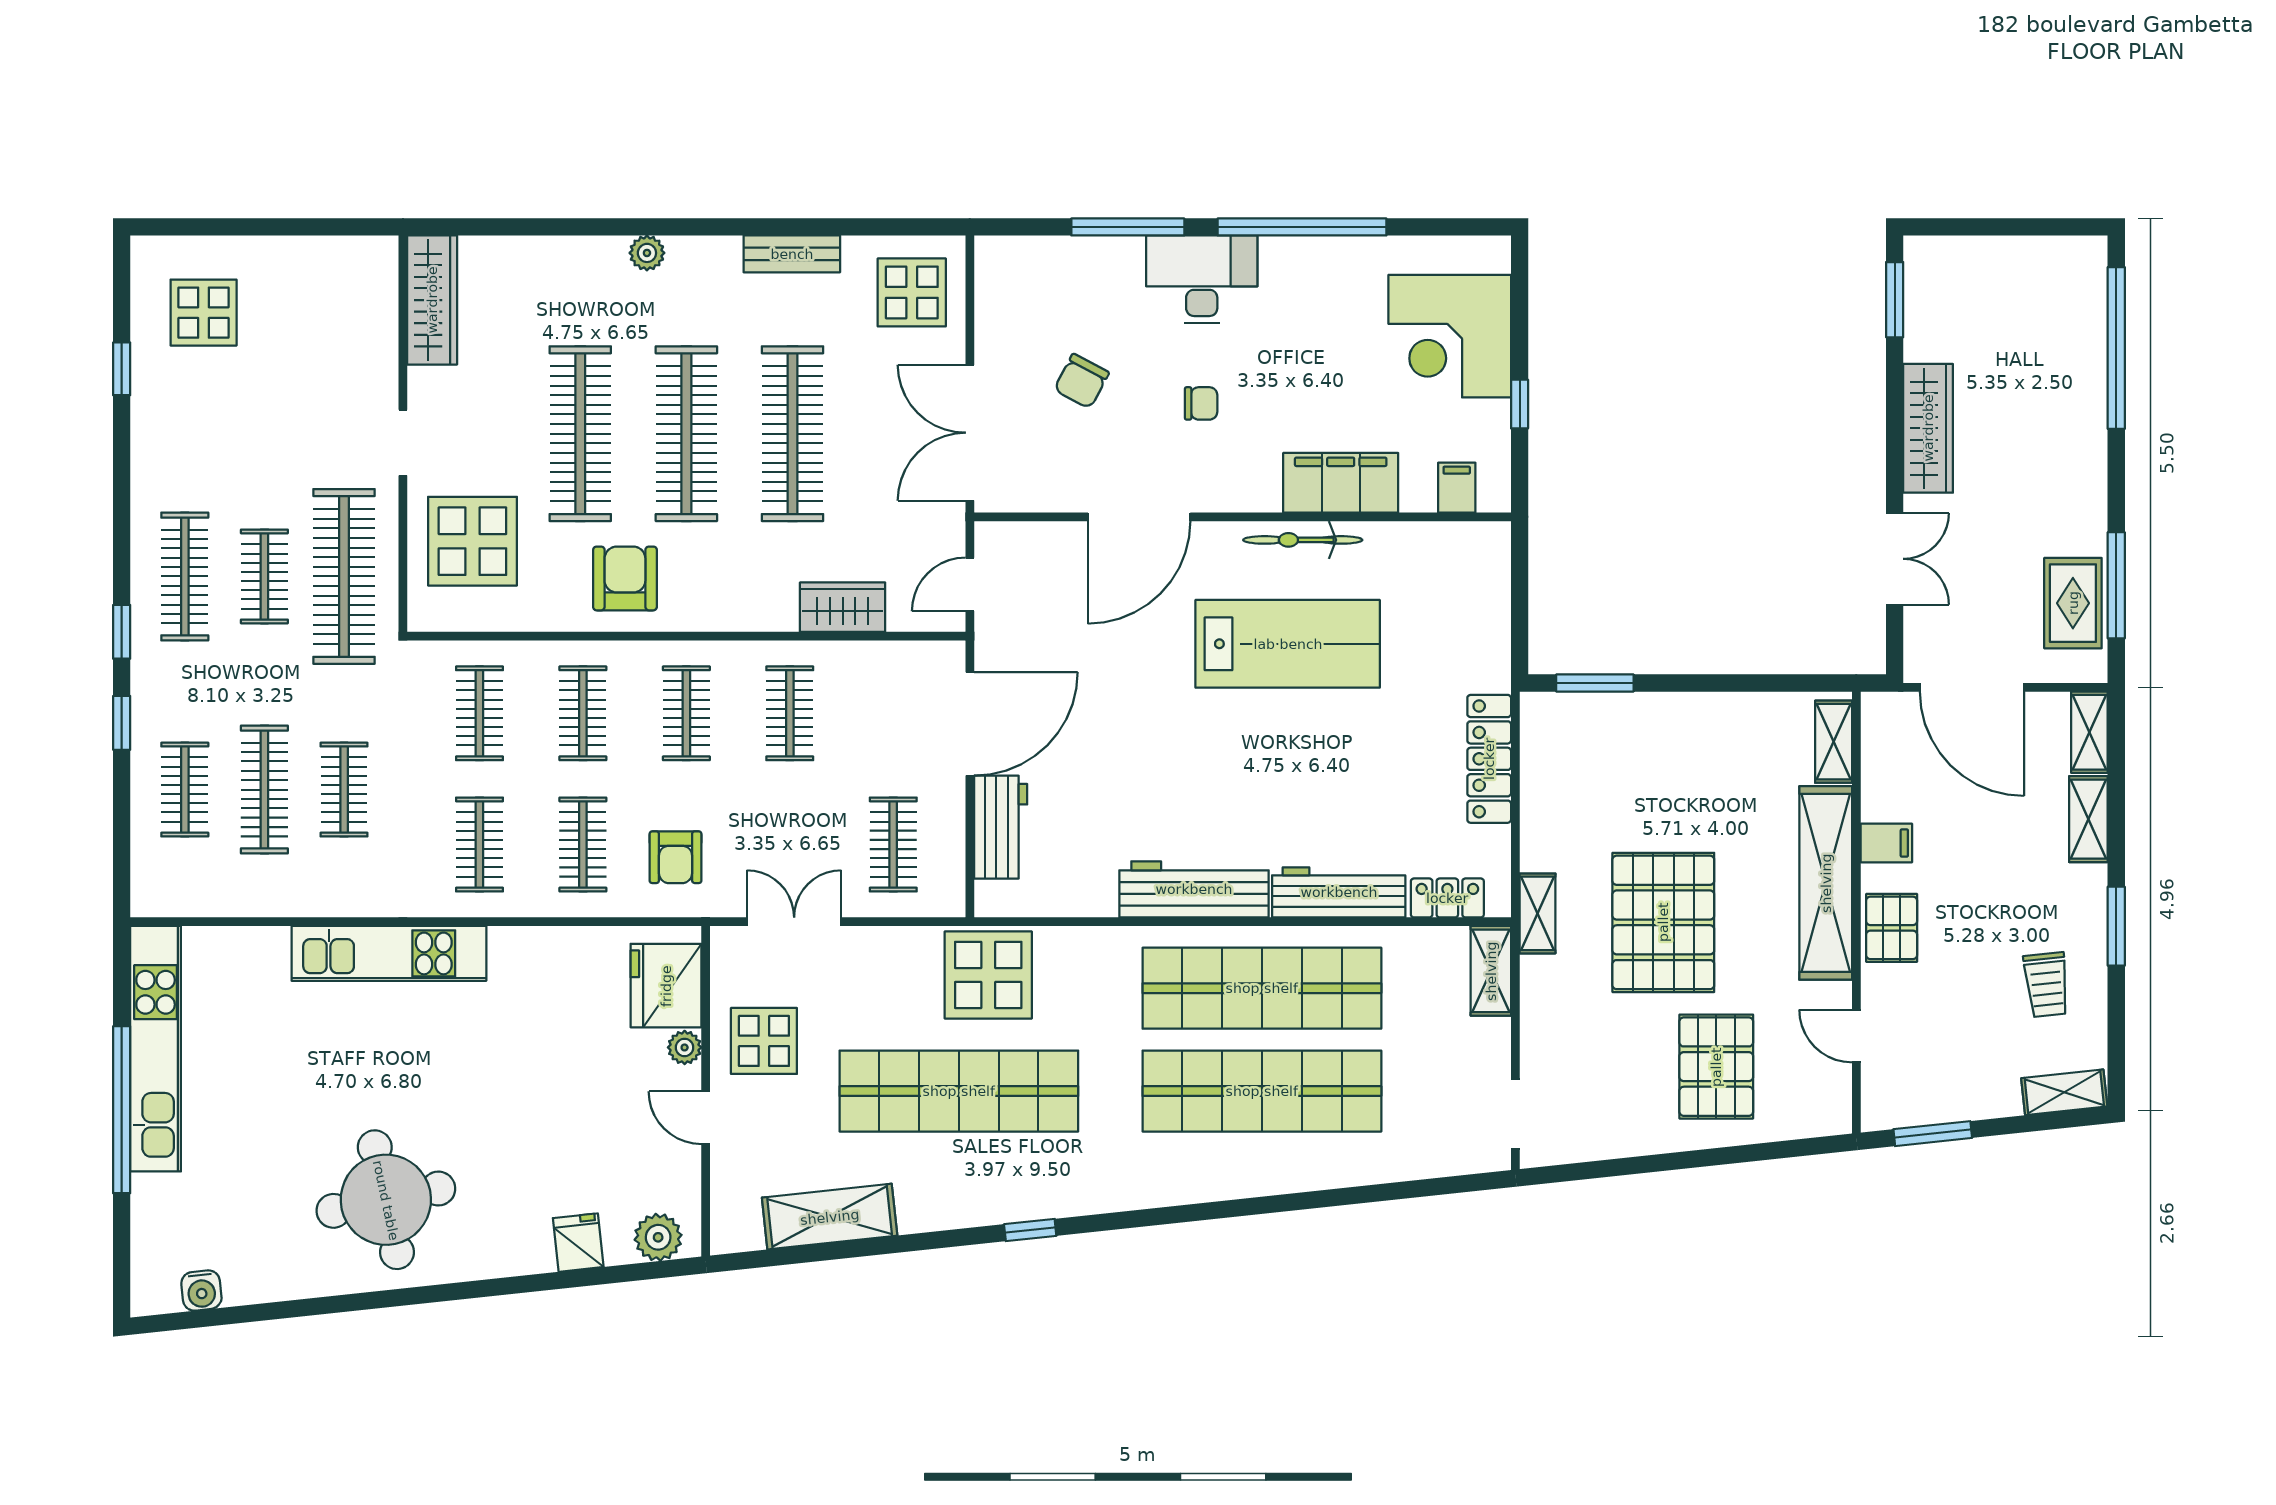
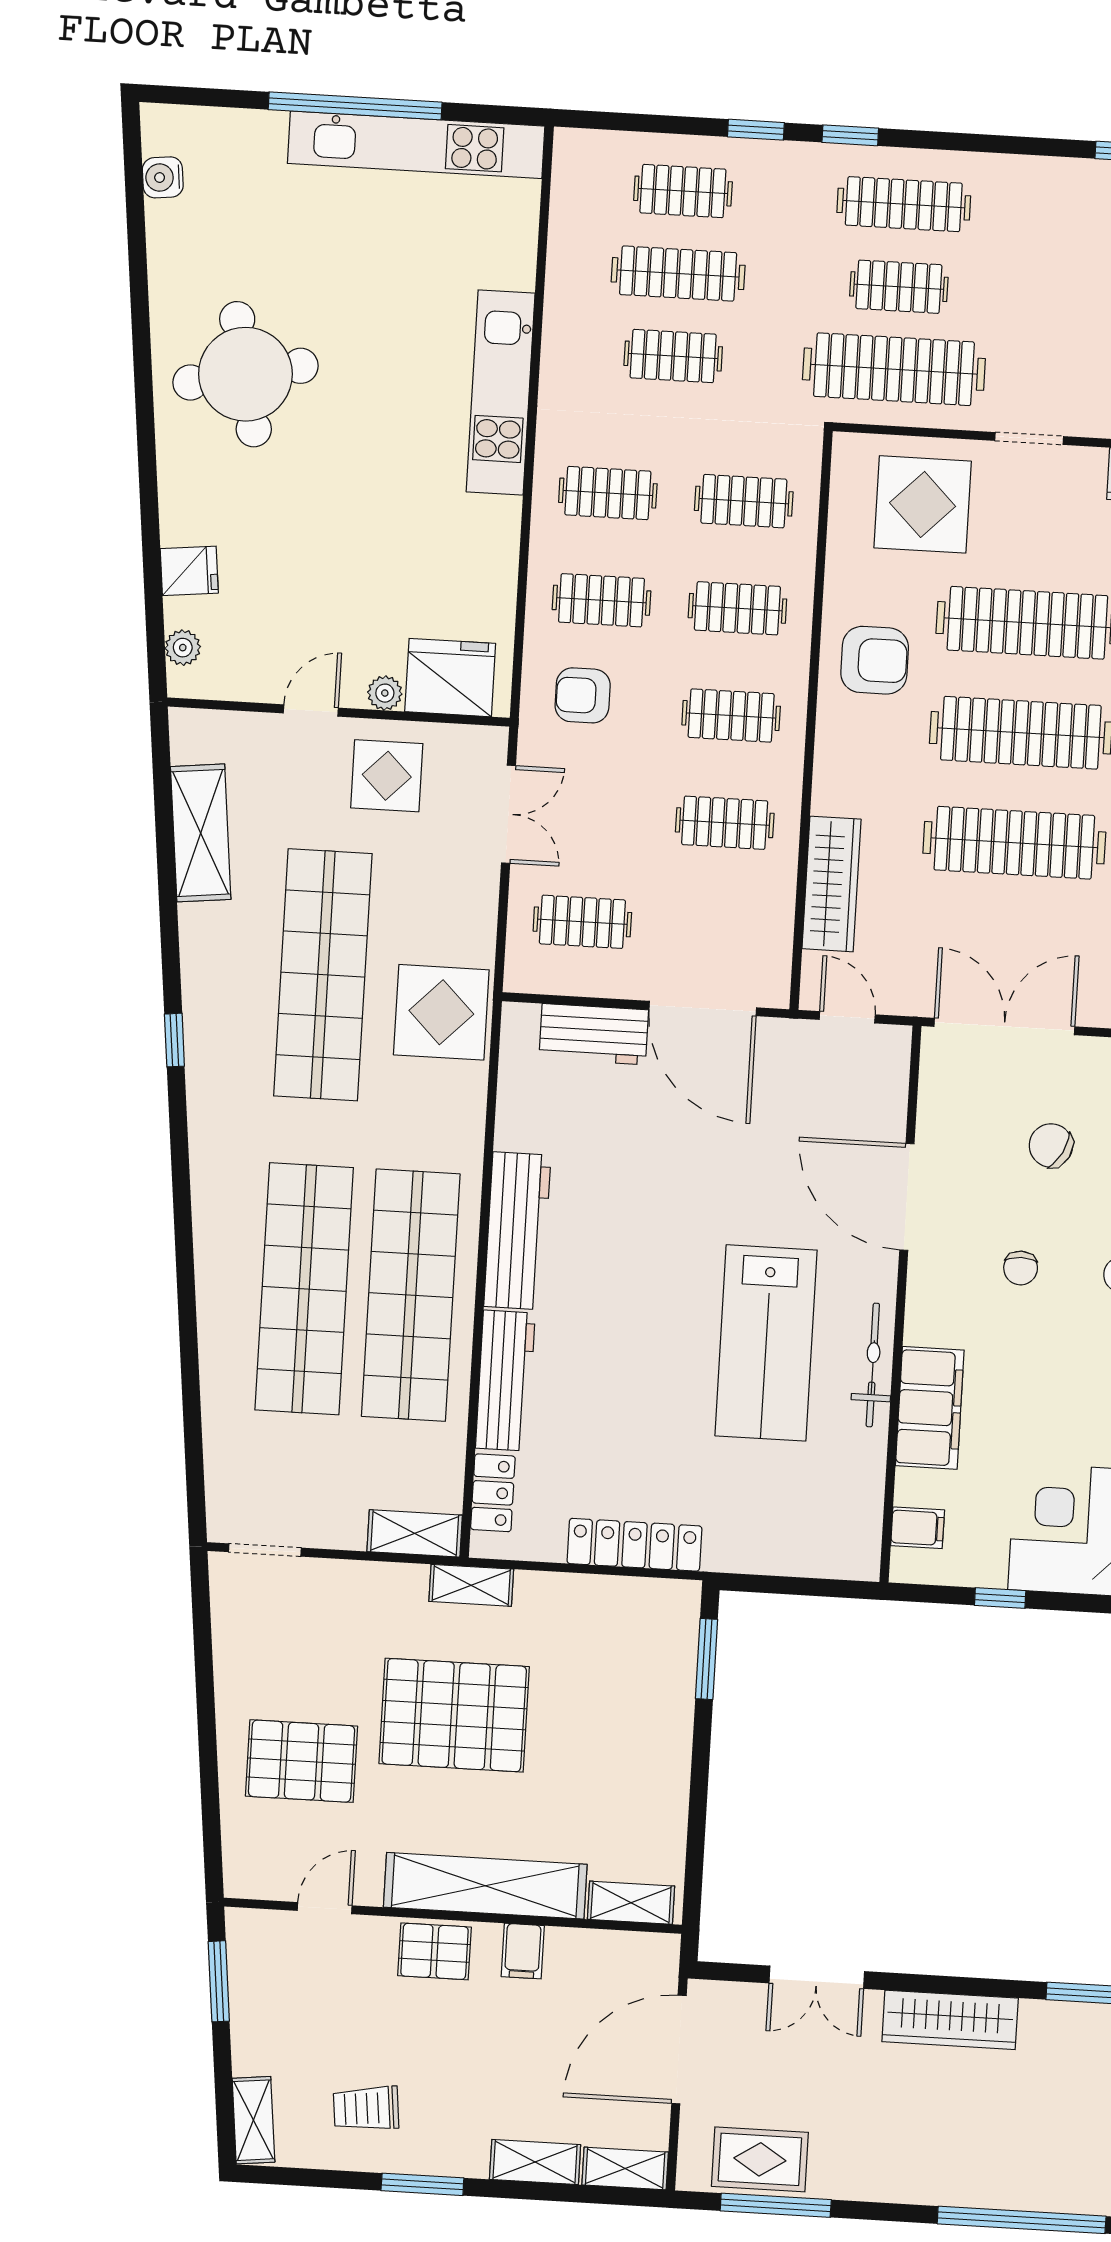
wardrobe: (843, 607) -> (831, 884), width x1.50
plant: (658, 1237) -> (183, 648), width x0.73, depth x0.73

